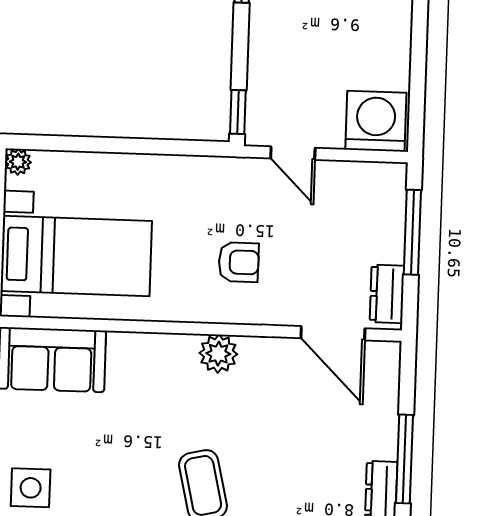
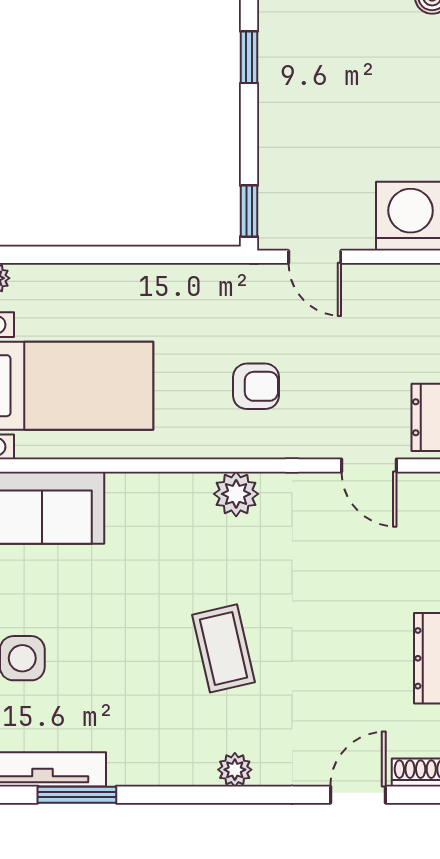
door: (333, 333) -> (369, 465), width x0.73

